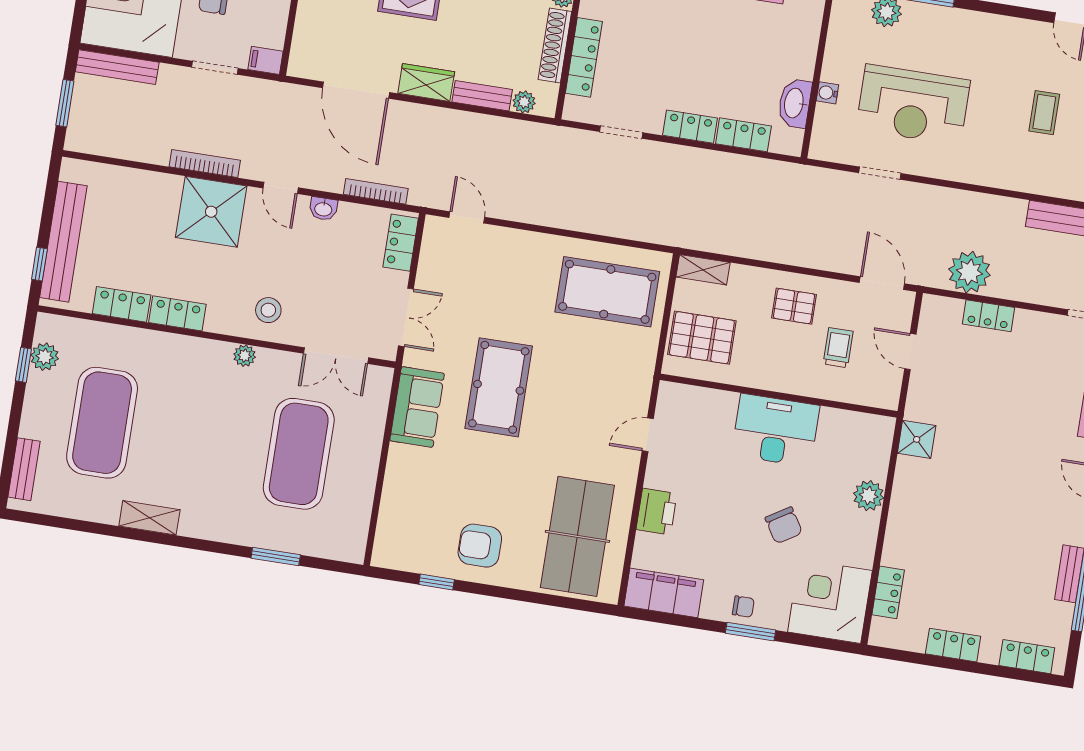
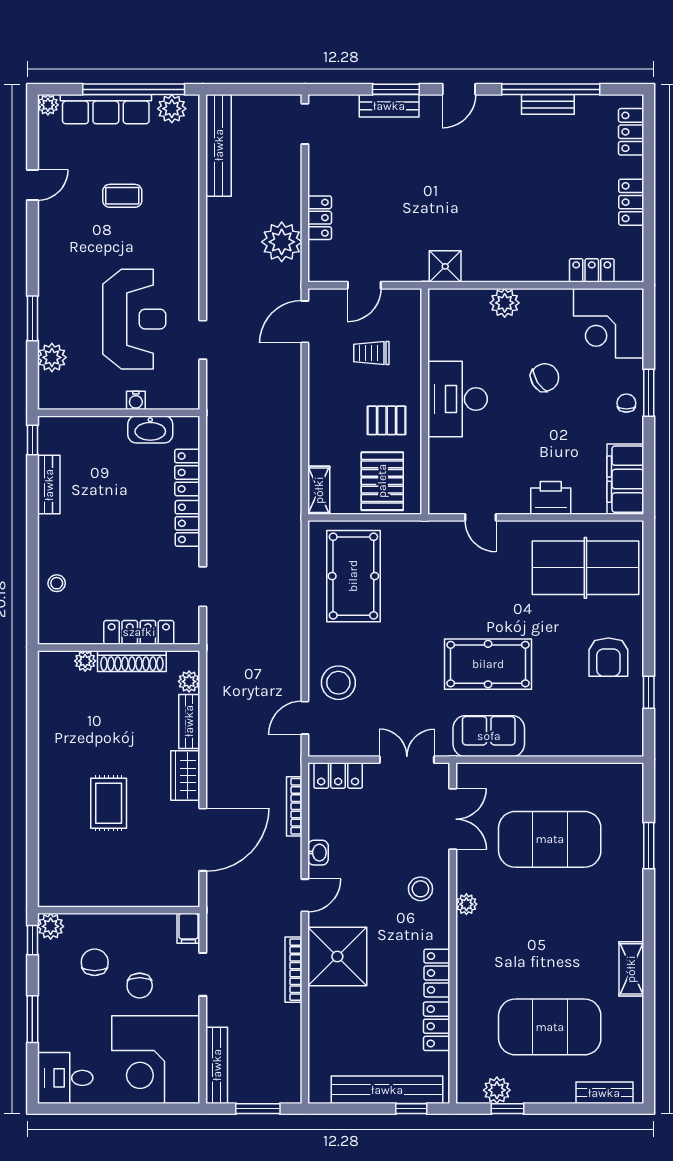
stool: (498, 258) -> (338, 683), added
pallet: (794, 306) -> (387, 420), moved, turned 90
pool table: (499, 387) -> (488, 664), moved

